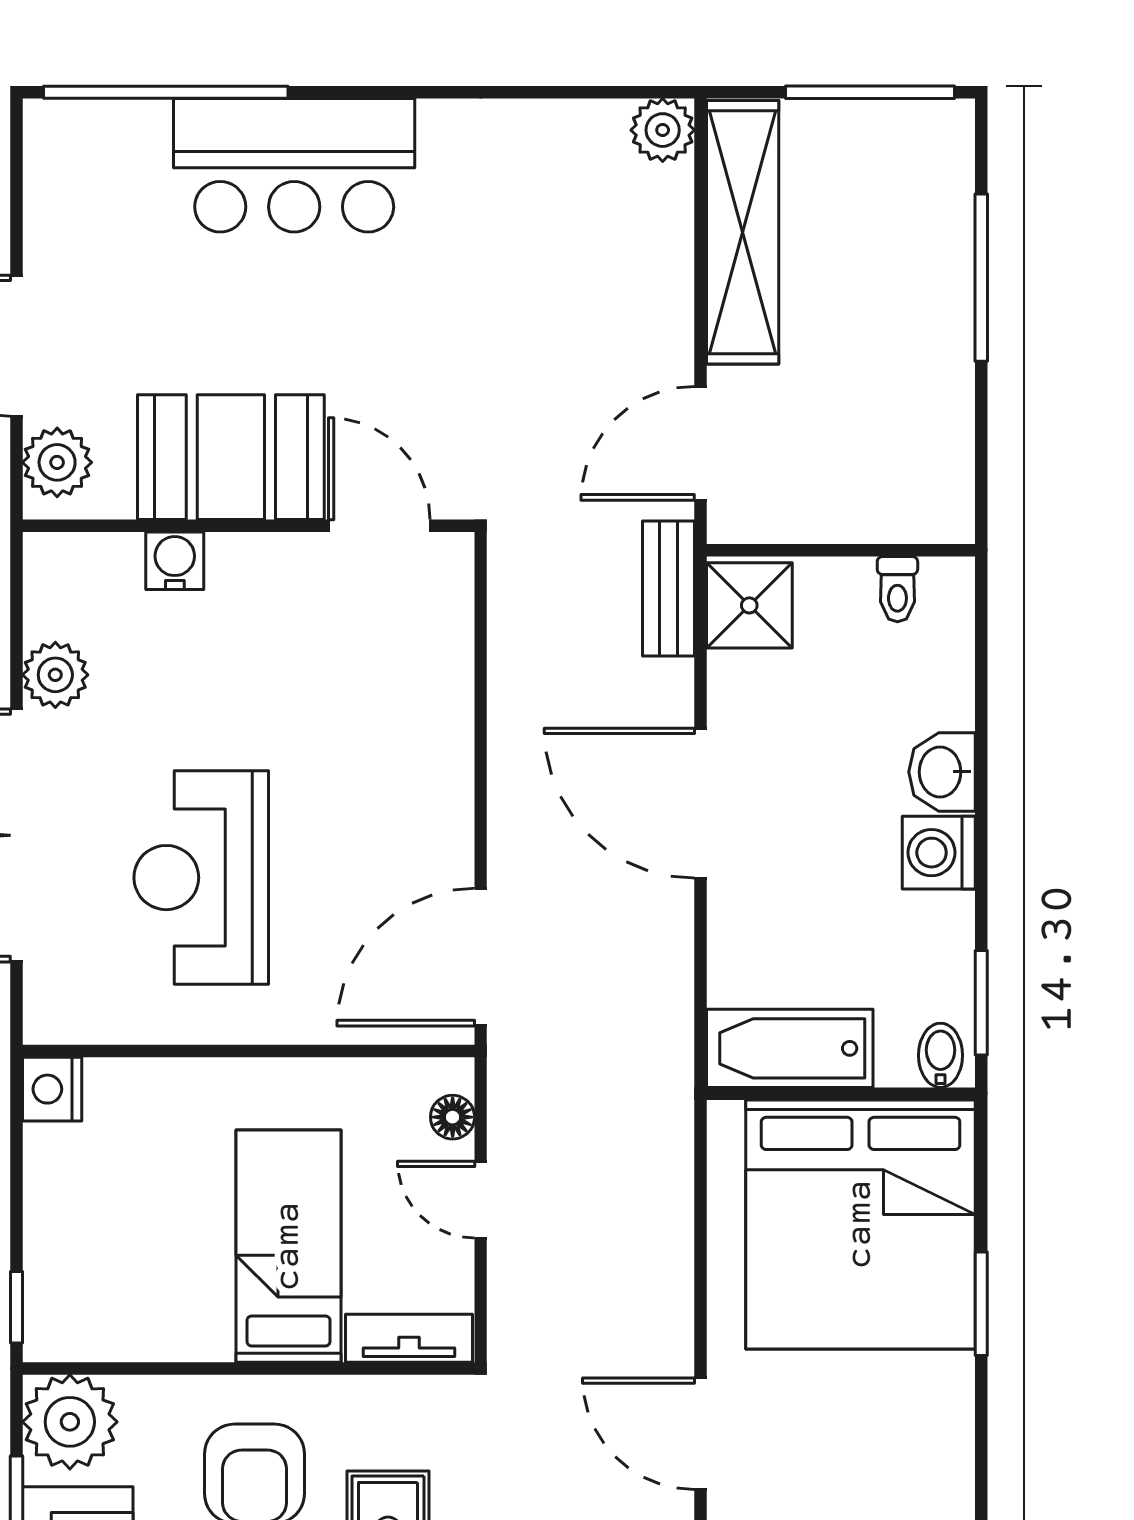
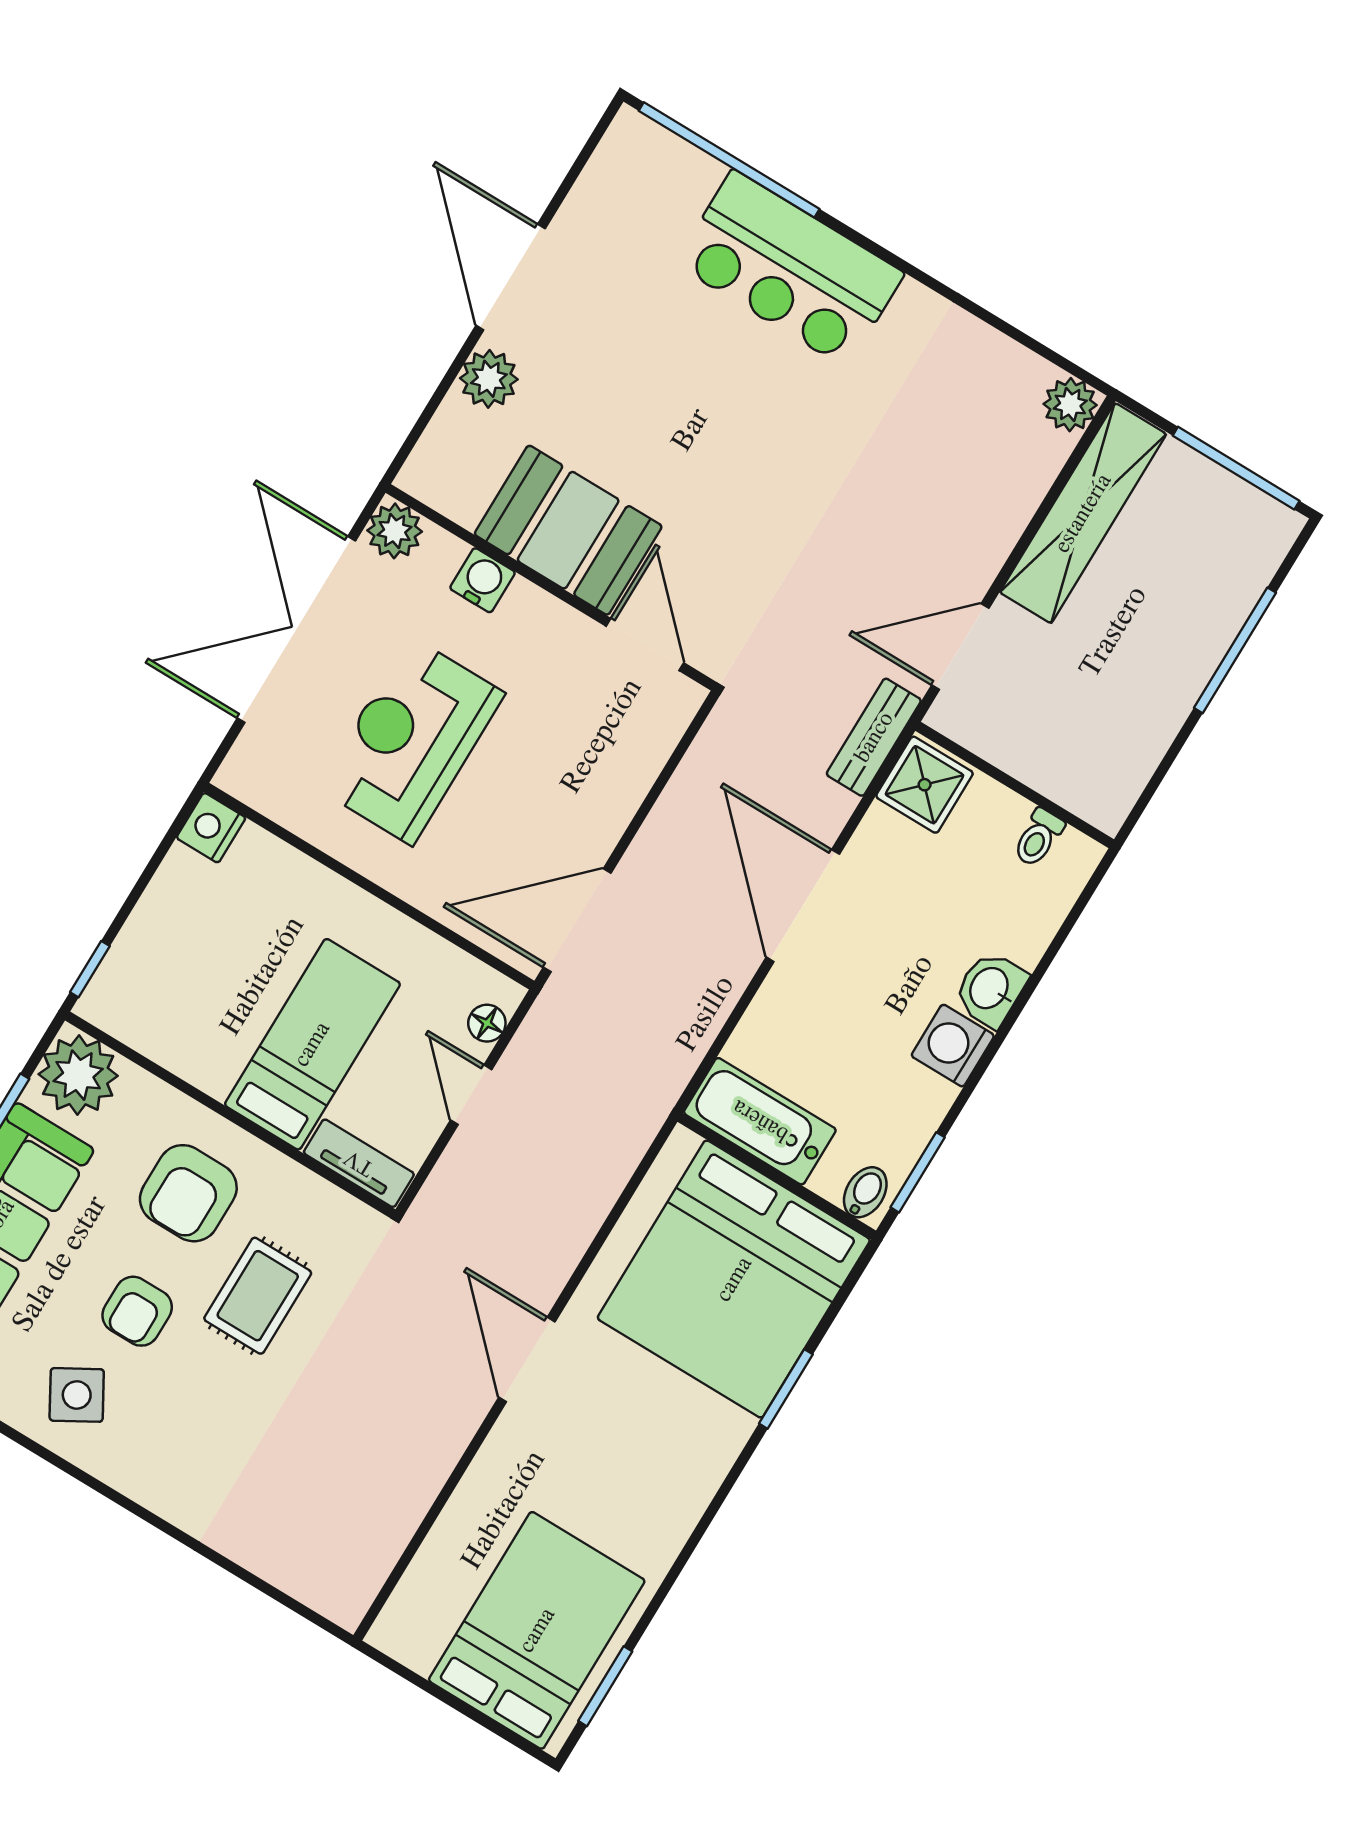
booth: (231, 457) -> (568, 530), moved
wall: (249, 526) -> (551, 587), moved
door: (379, 526) -> (645, 645), moved
water cooler: (175, 561) -> (482, 580), moved

